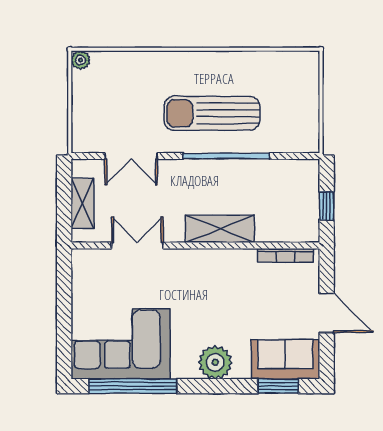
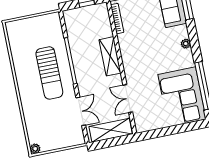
shelving: (82, 203) -> (111, 130), width x1.50, depth x1.33
plant: (215, 362) -> (186, 44), width x0.53, depth x0.53

